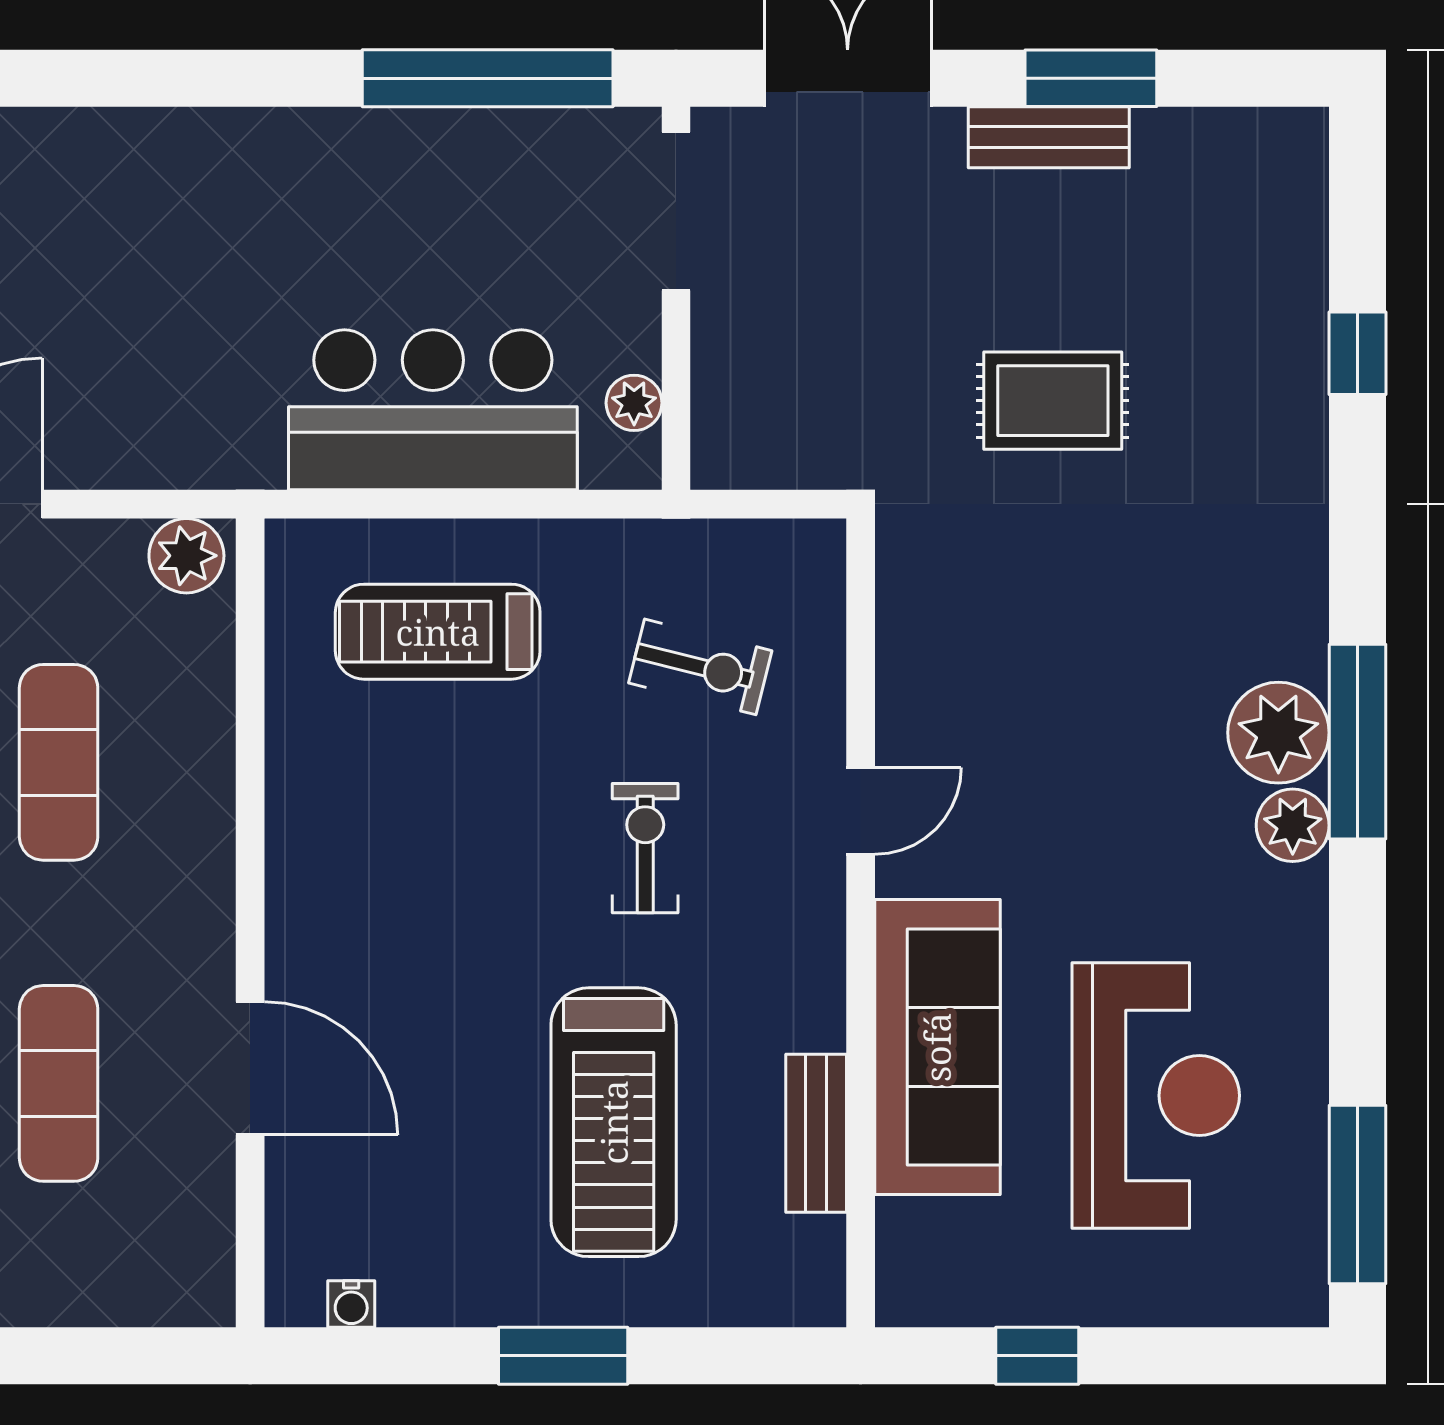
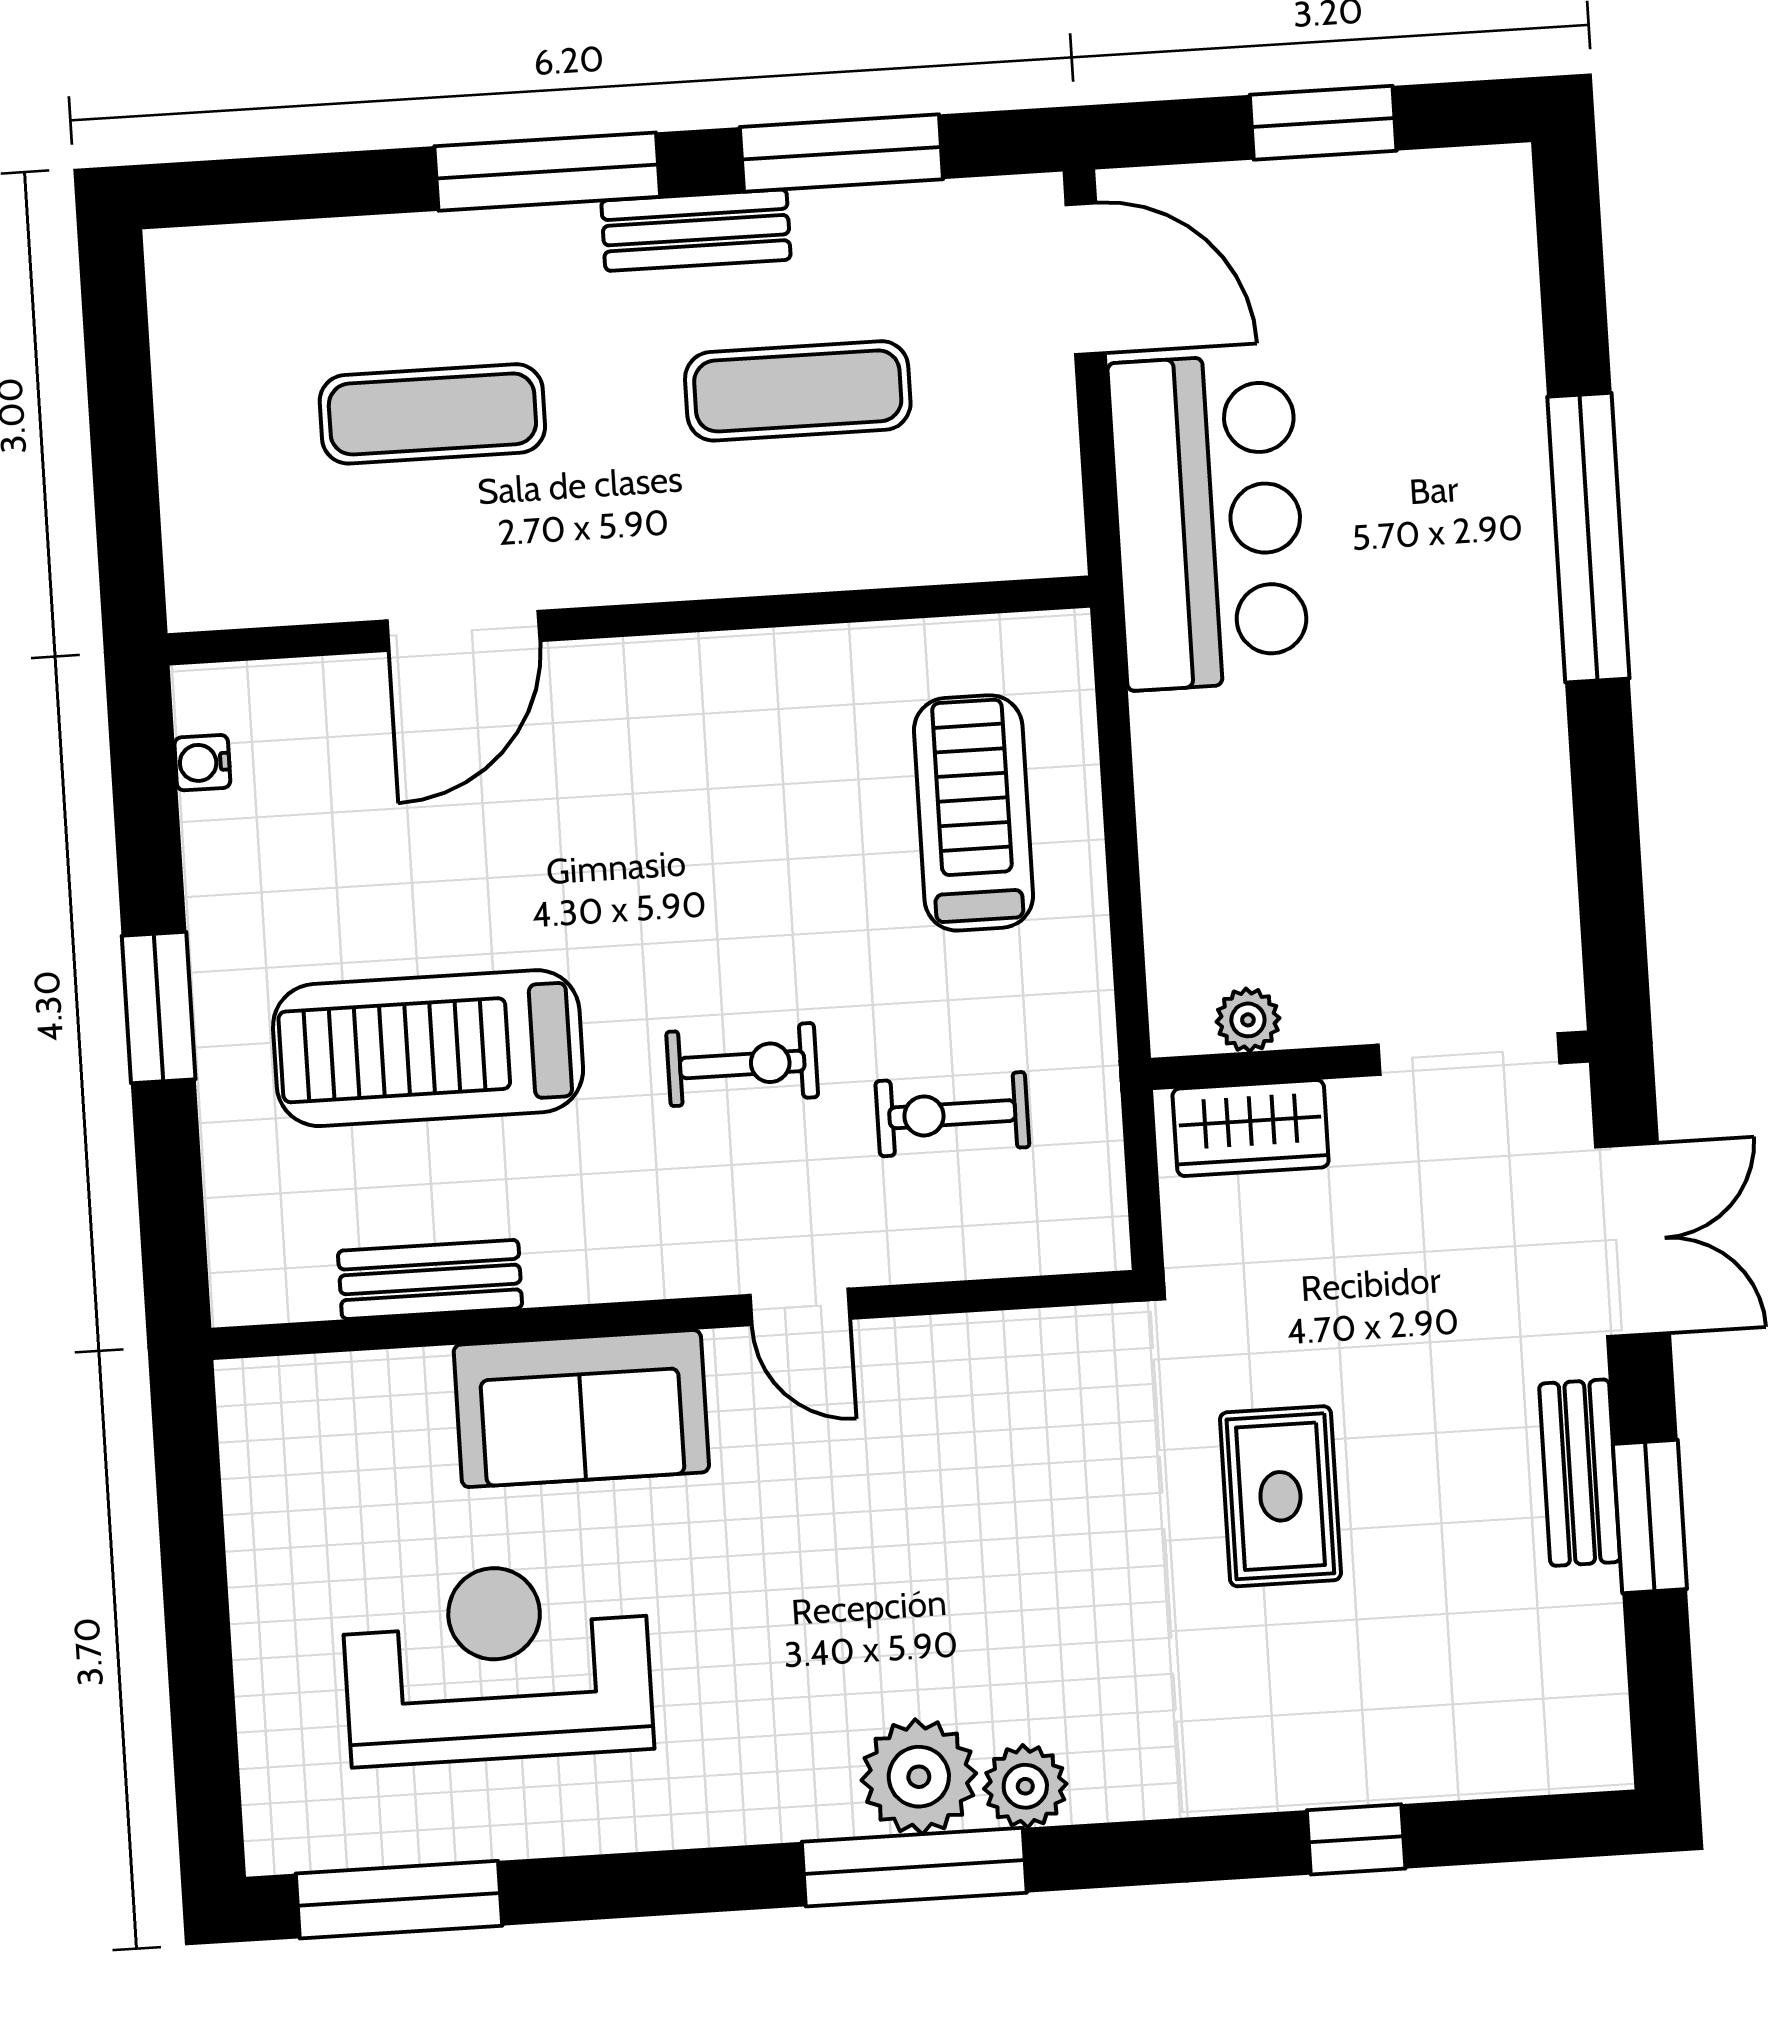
window: (488, 78) -> (1588, 538), moved
wardrobe: (729, 406) -> (1251, 1128), added
bar counter: (433, 410) -> (1209, 522), moved
plant: (186, 556) -> (1042, 522), removed
exercise bike: (700, 667) -> (952, 1114), turned 76
plant: (1293, 825) -> (1025, 1786), moved
sofa: (937, 1047) -> (581, 1409), width x0.73
reception desk: (1156, 1096) -> (497, 1663), turned 180
window: (1037, 1356) -> (193, 1547), removed

